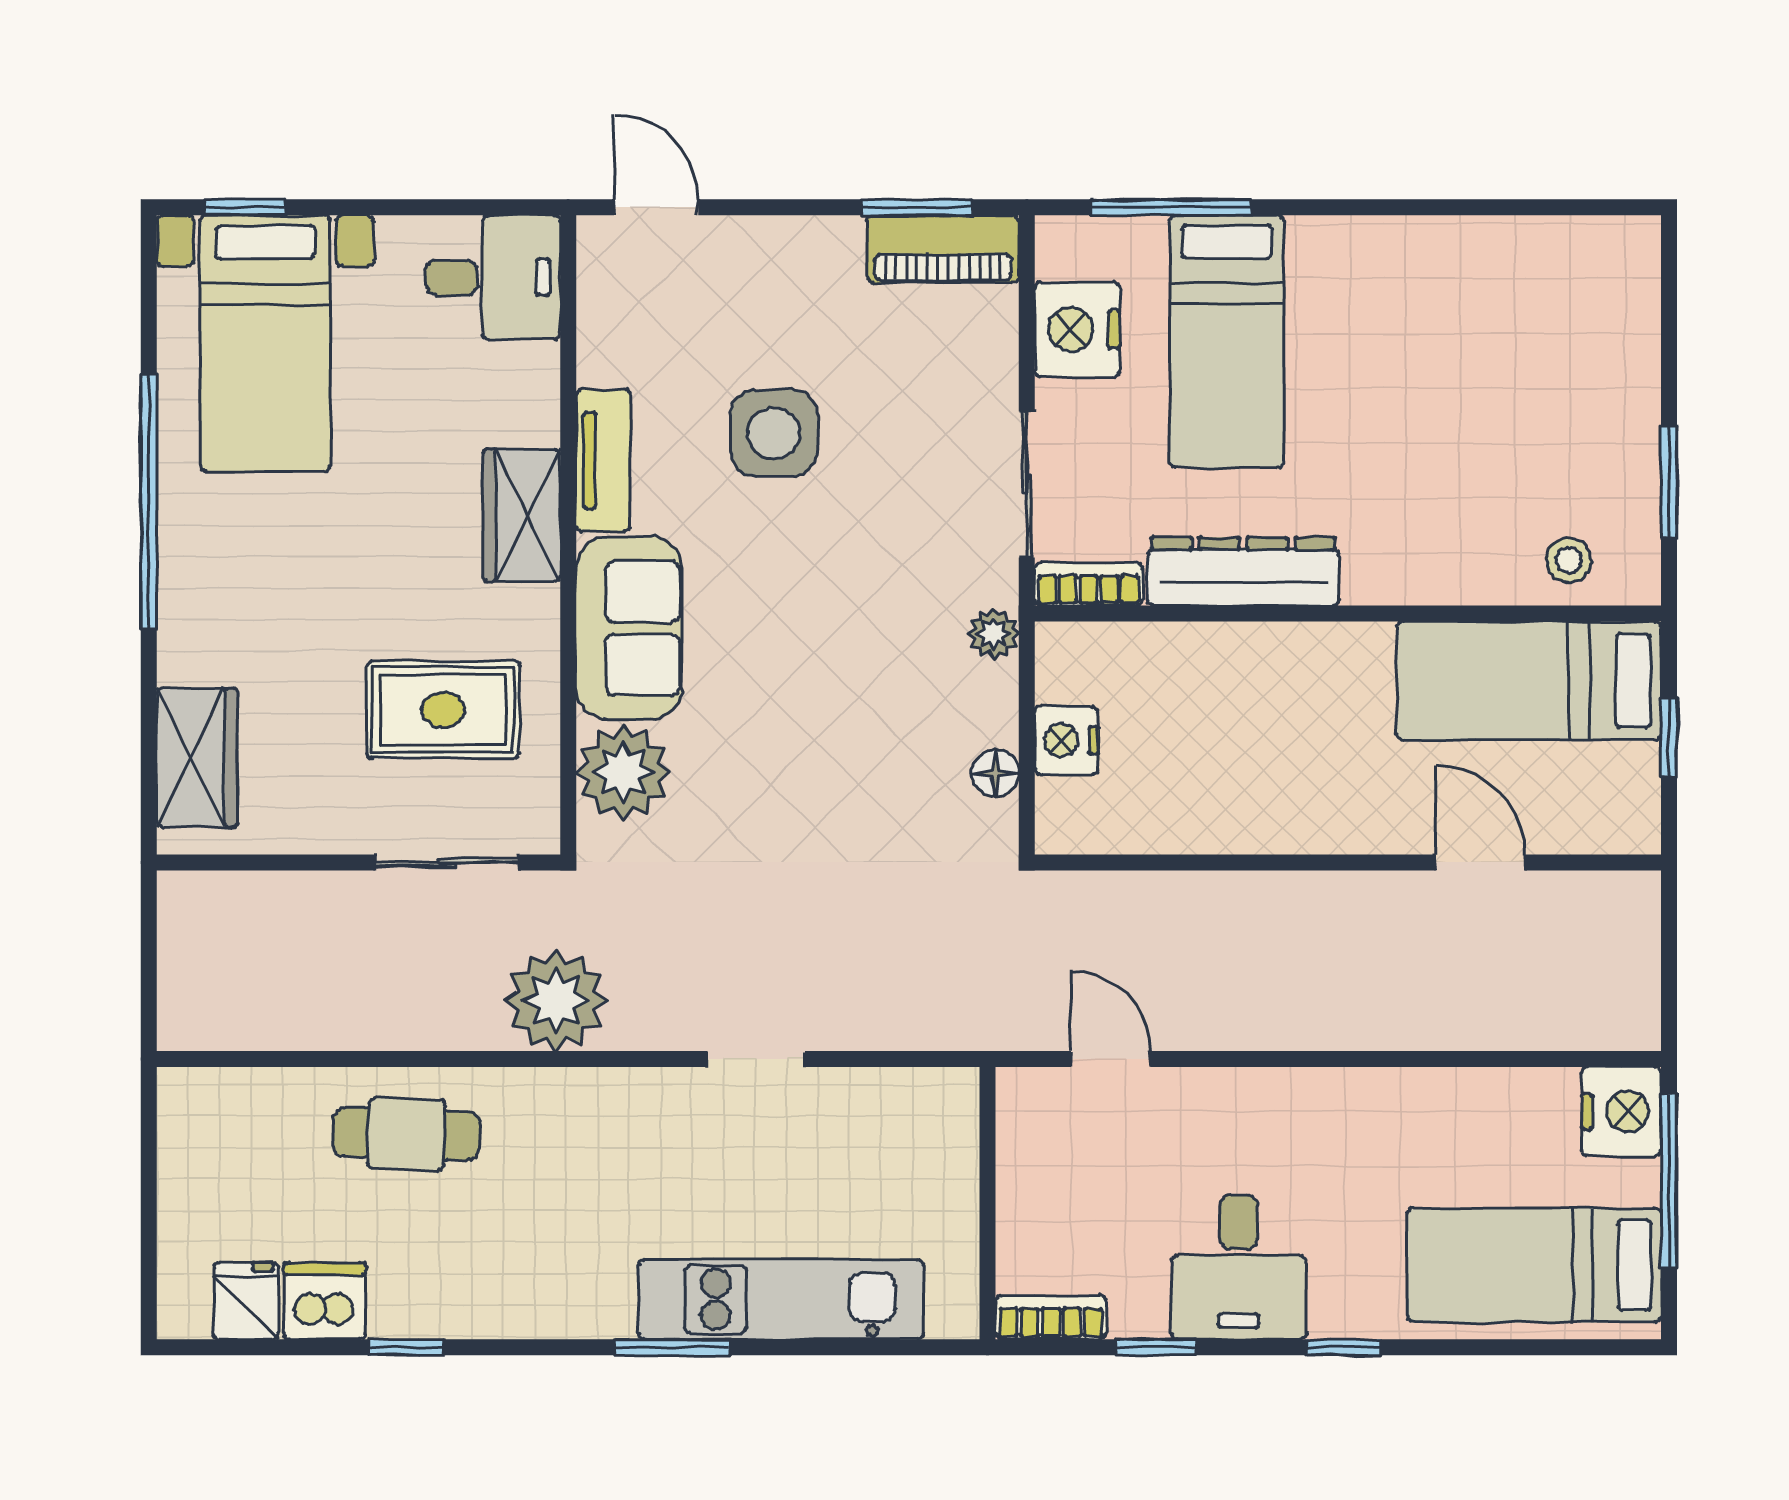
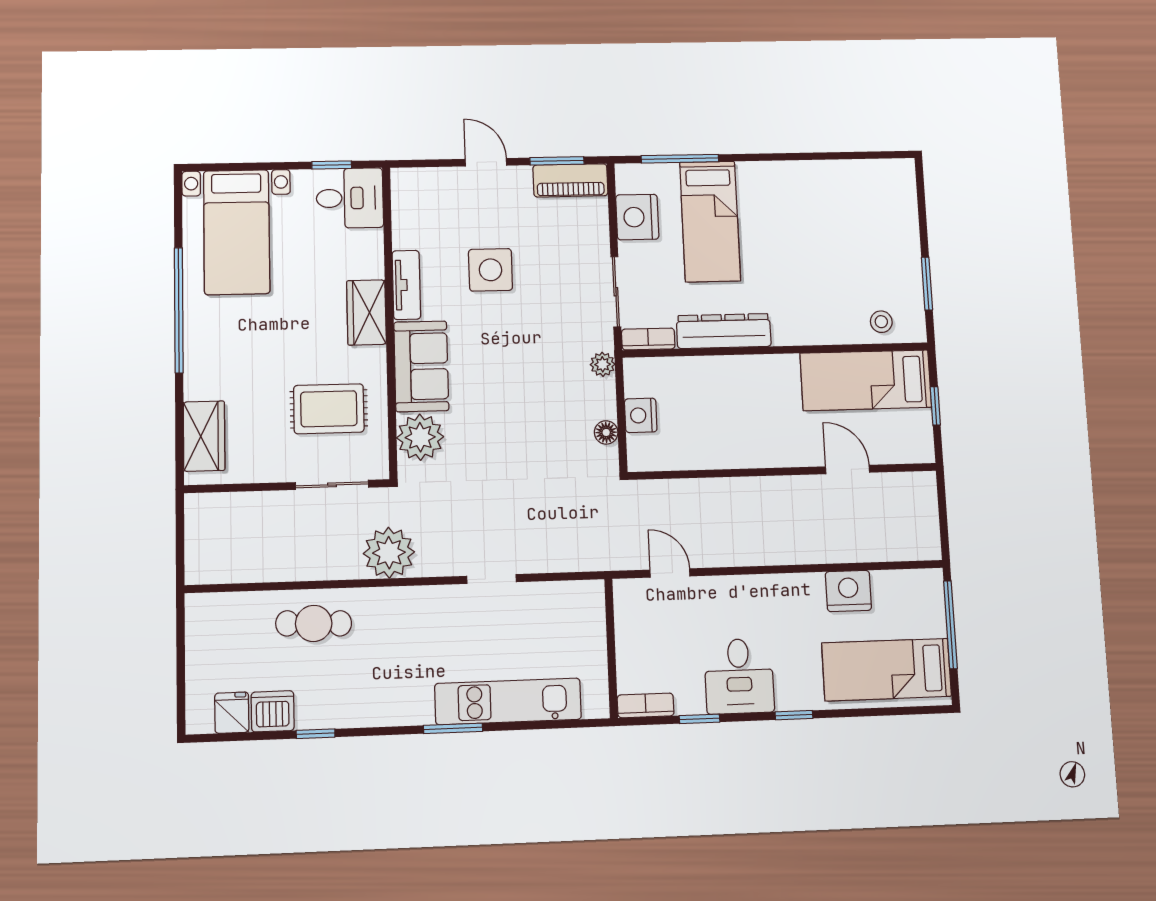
window: (244, 207) -> (332, 165), moved
door: (656, 207) -> (486, 162), moved
nightstand: (1621, 1111) -> (848, 591), moved, turned -90

